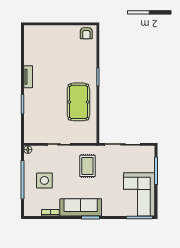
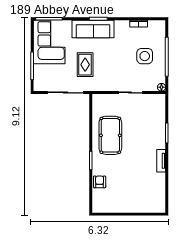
armchair: (86, 33) -> (100, 182), moved
rug: (87, 166) -> (85, 65), moved
sofa: (81, 207) -> (93, 29), moved

